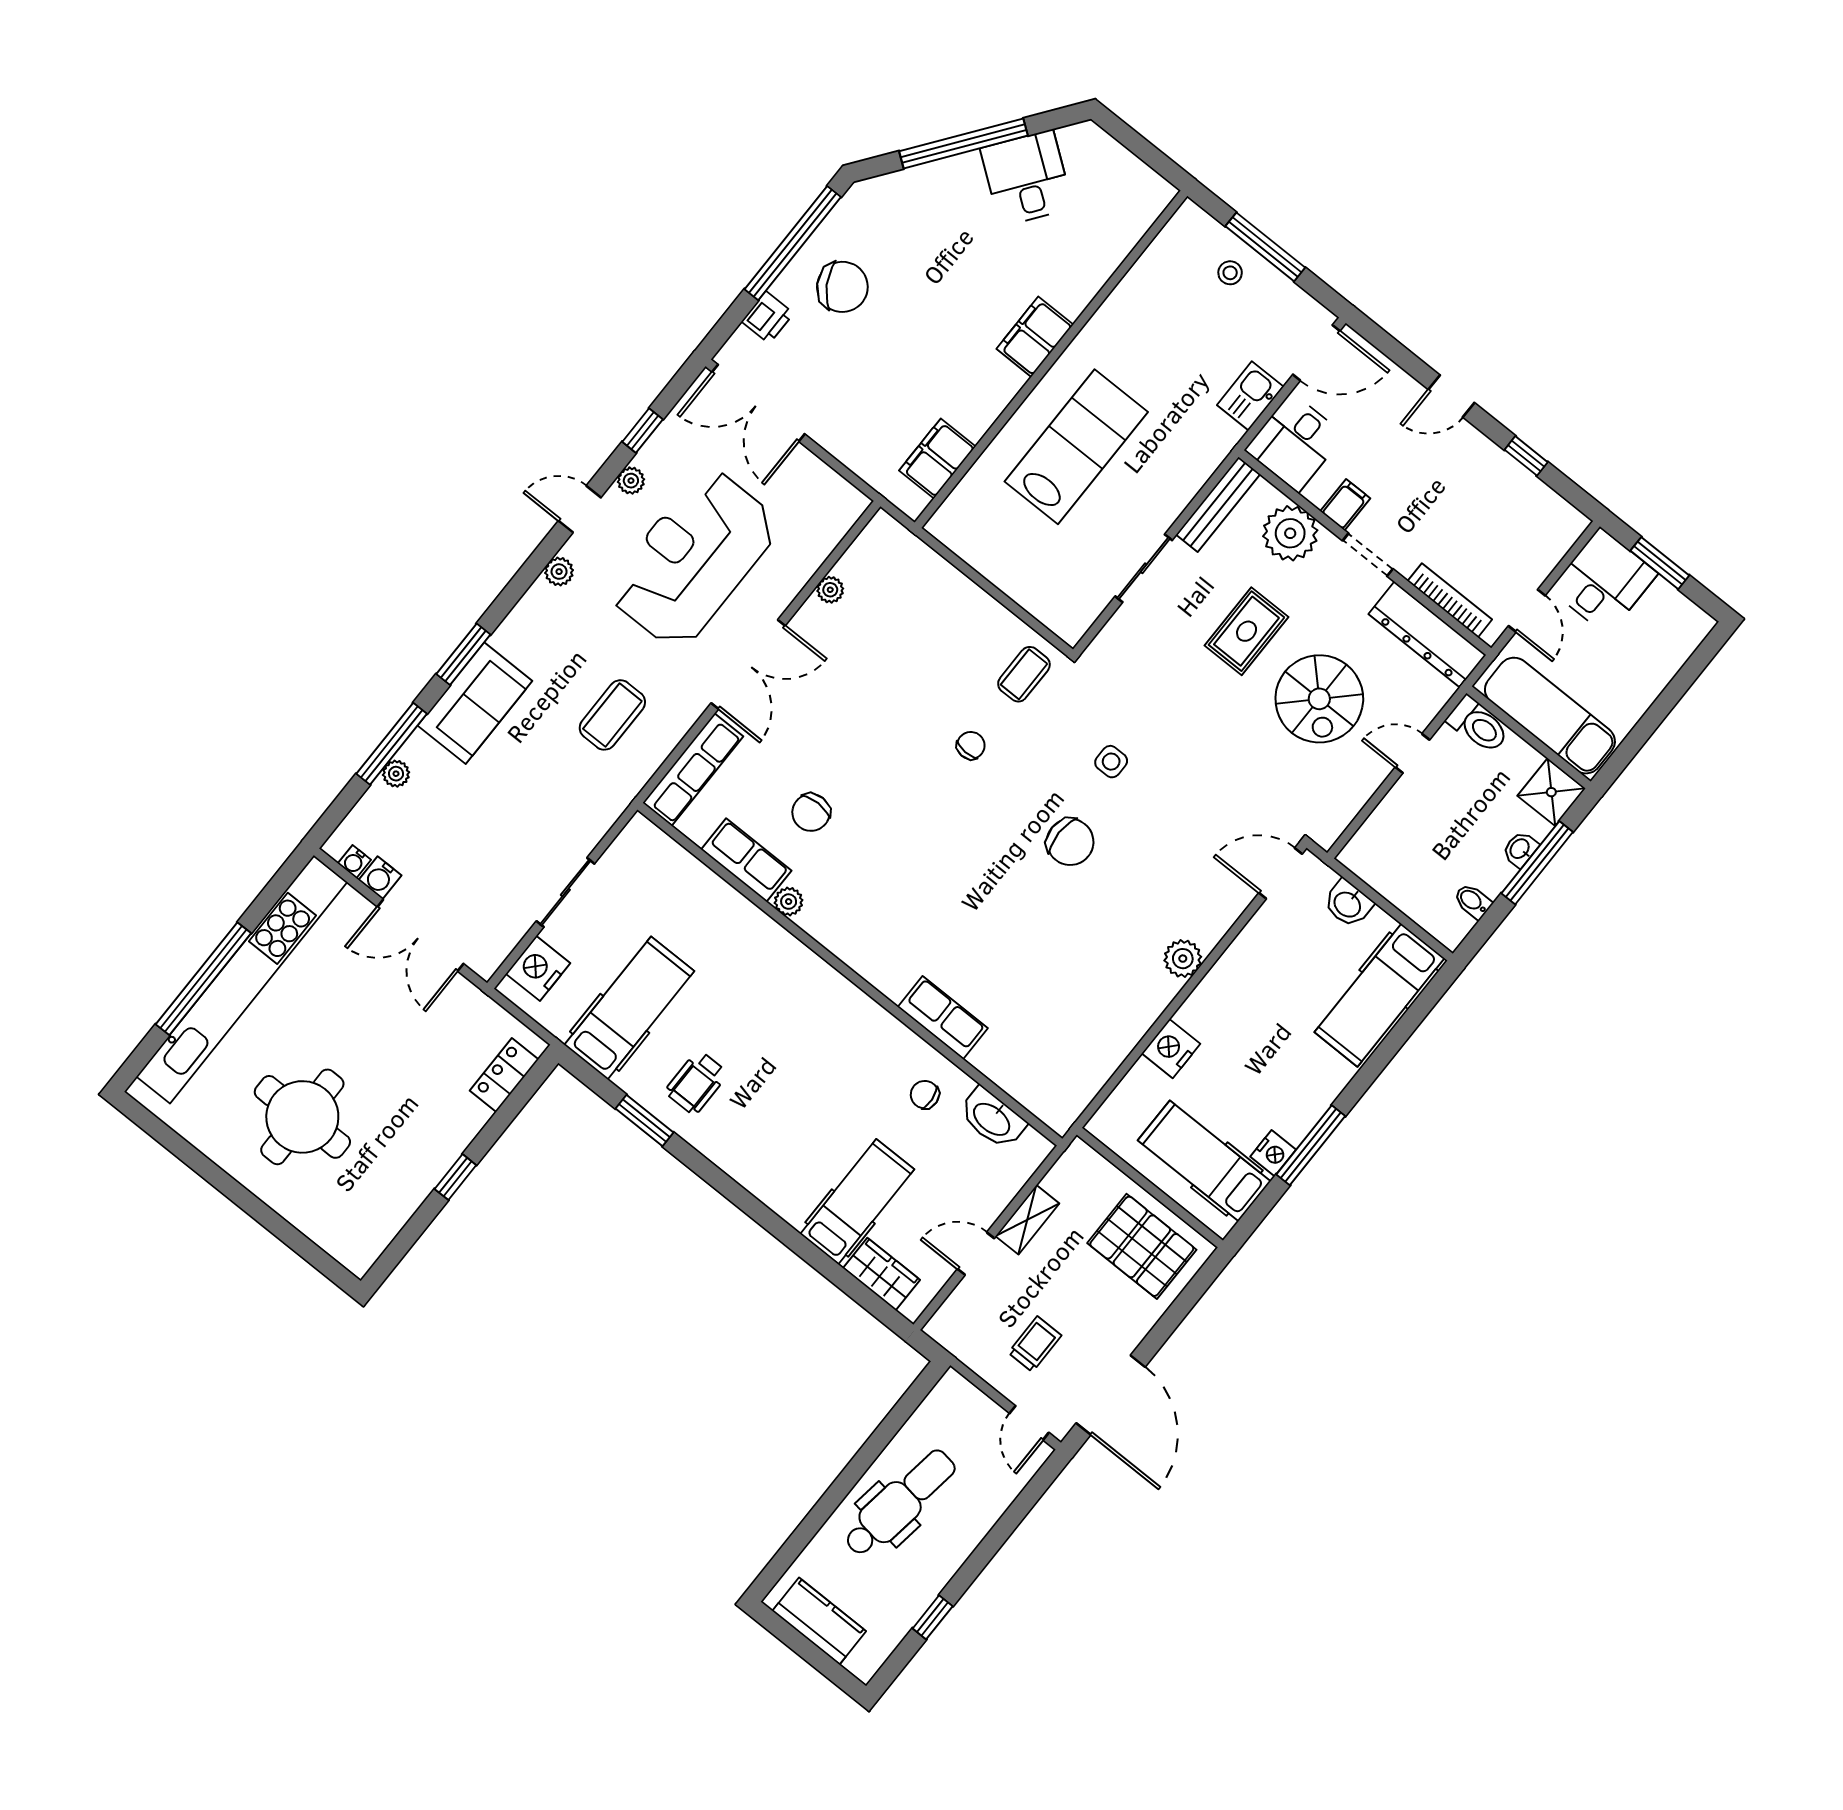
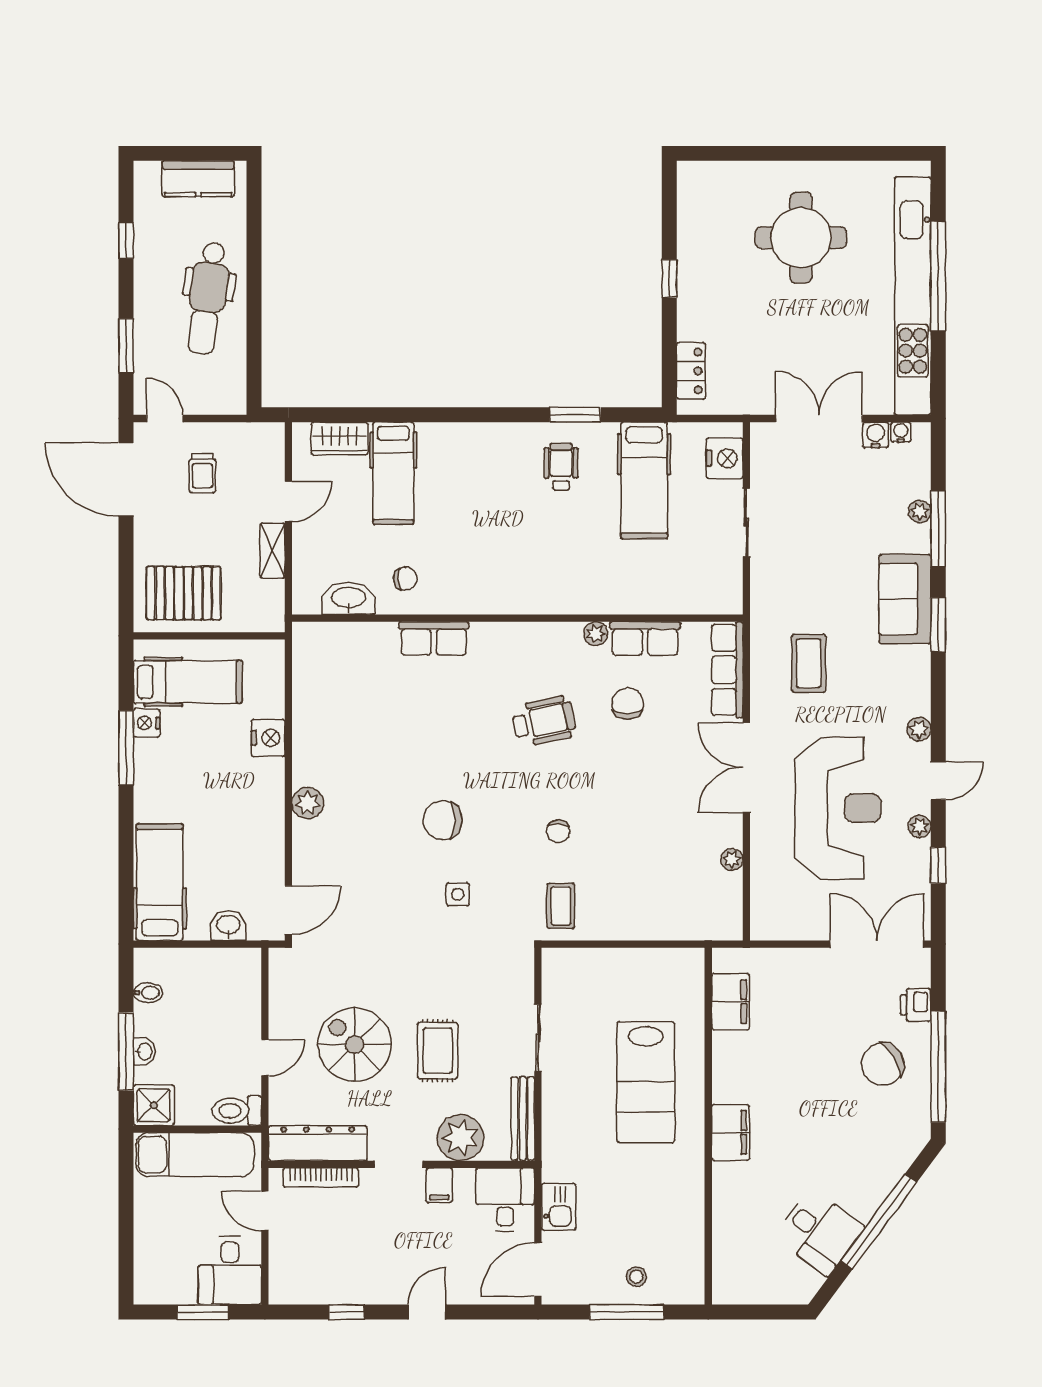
wheelchair: (902, 859) -> (544, 721), added
window: (1011, 1520) -> (126, 346), added

